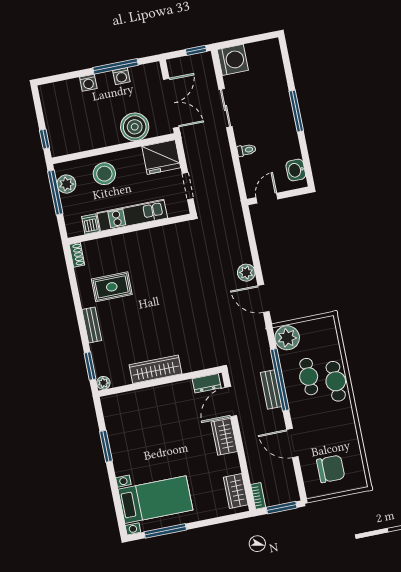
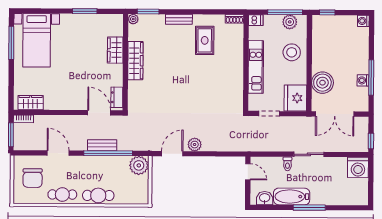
washing machine: (88, 83) -> (363, 21), moved
sliding door: (225, 108) -> (309, 154), moved
bathtub: (287, 136) -> (292, 197), added
dishwasher: (90, 224) -> (256, 20), moved
cafe table: (309, 377) -> (62, 194), moved
wardrobe: (224, 437) -> (115, 50), moved, turned -90
door: (292, 443) -> (58, 153), hinge flipped

